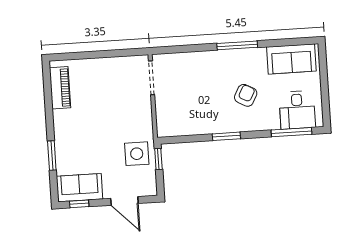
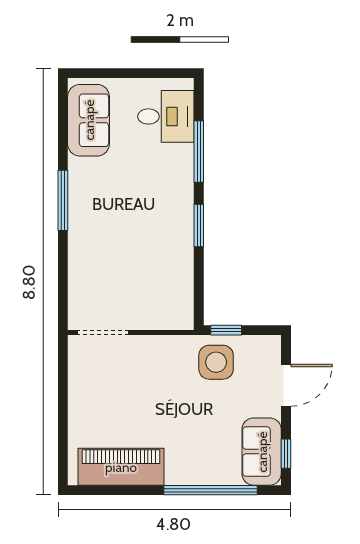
piano: (60, 88) -> (121, 467), width x1.37, depth x1.33
armchair: (246, 95) -> (139, 193), removed
window: (291, 132) -> (199, 151), moved
window: (52, 155) -> (210, 490), width x2.11

